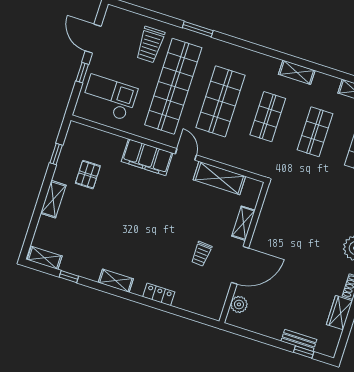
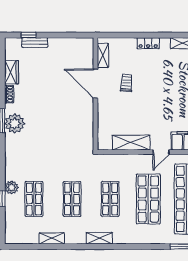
door: (186, 154) -> (161, 152), hinge flipped
shelving: (243, 223) -> (103, 56), moved
door: (240, 265) -> (95, 84), hinge flipped
plant: (239, 304) -> (87, 55), removed

